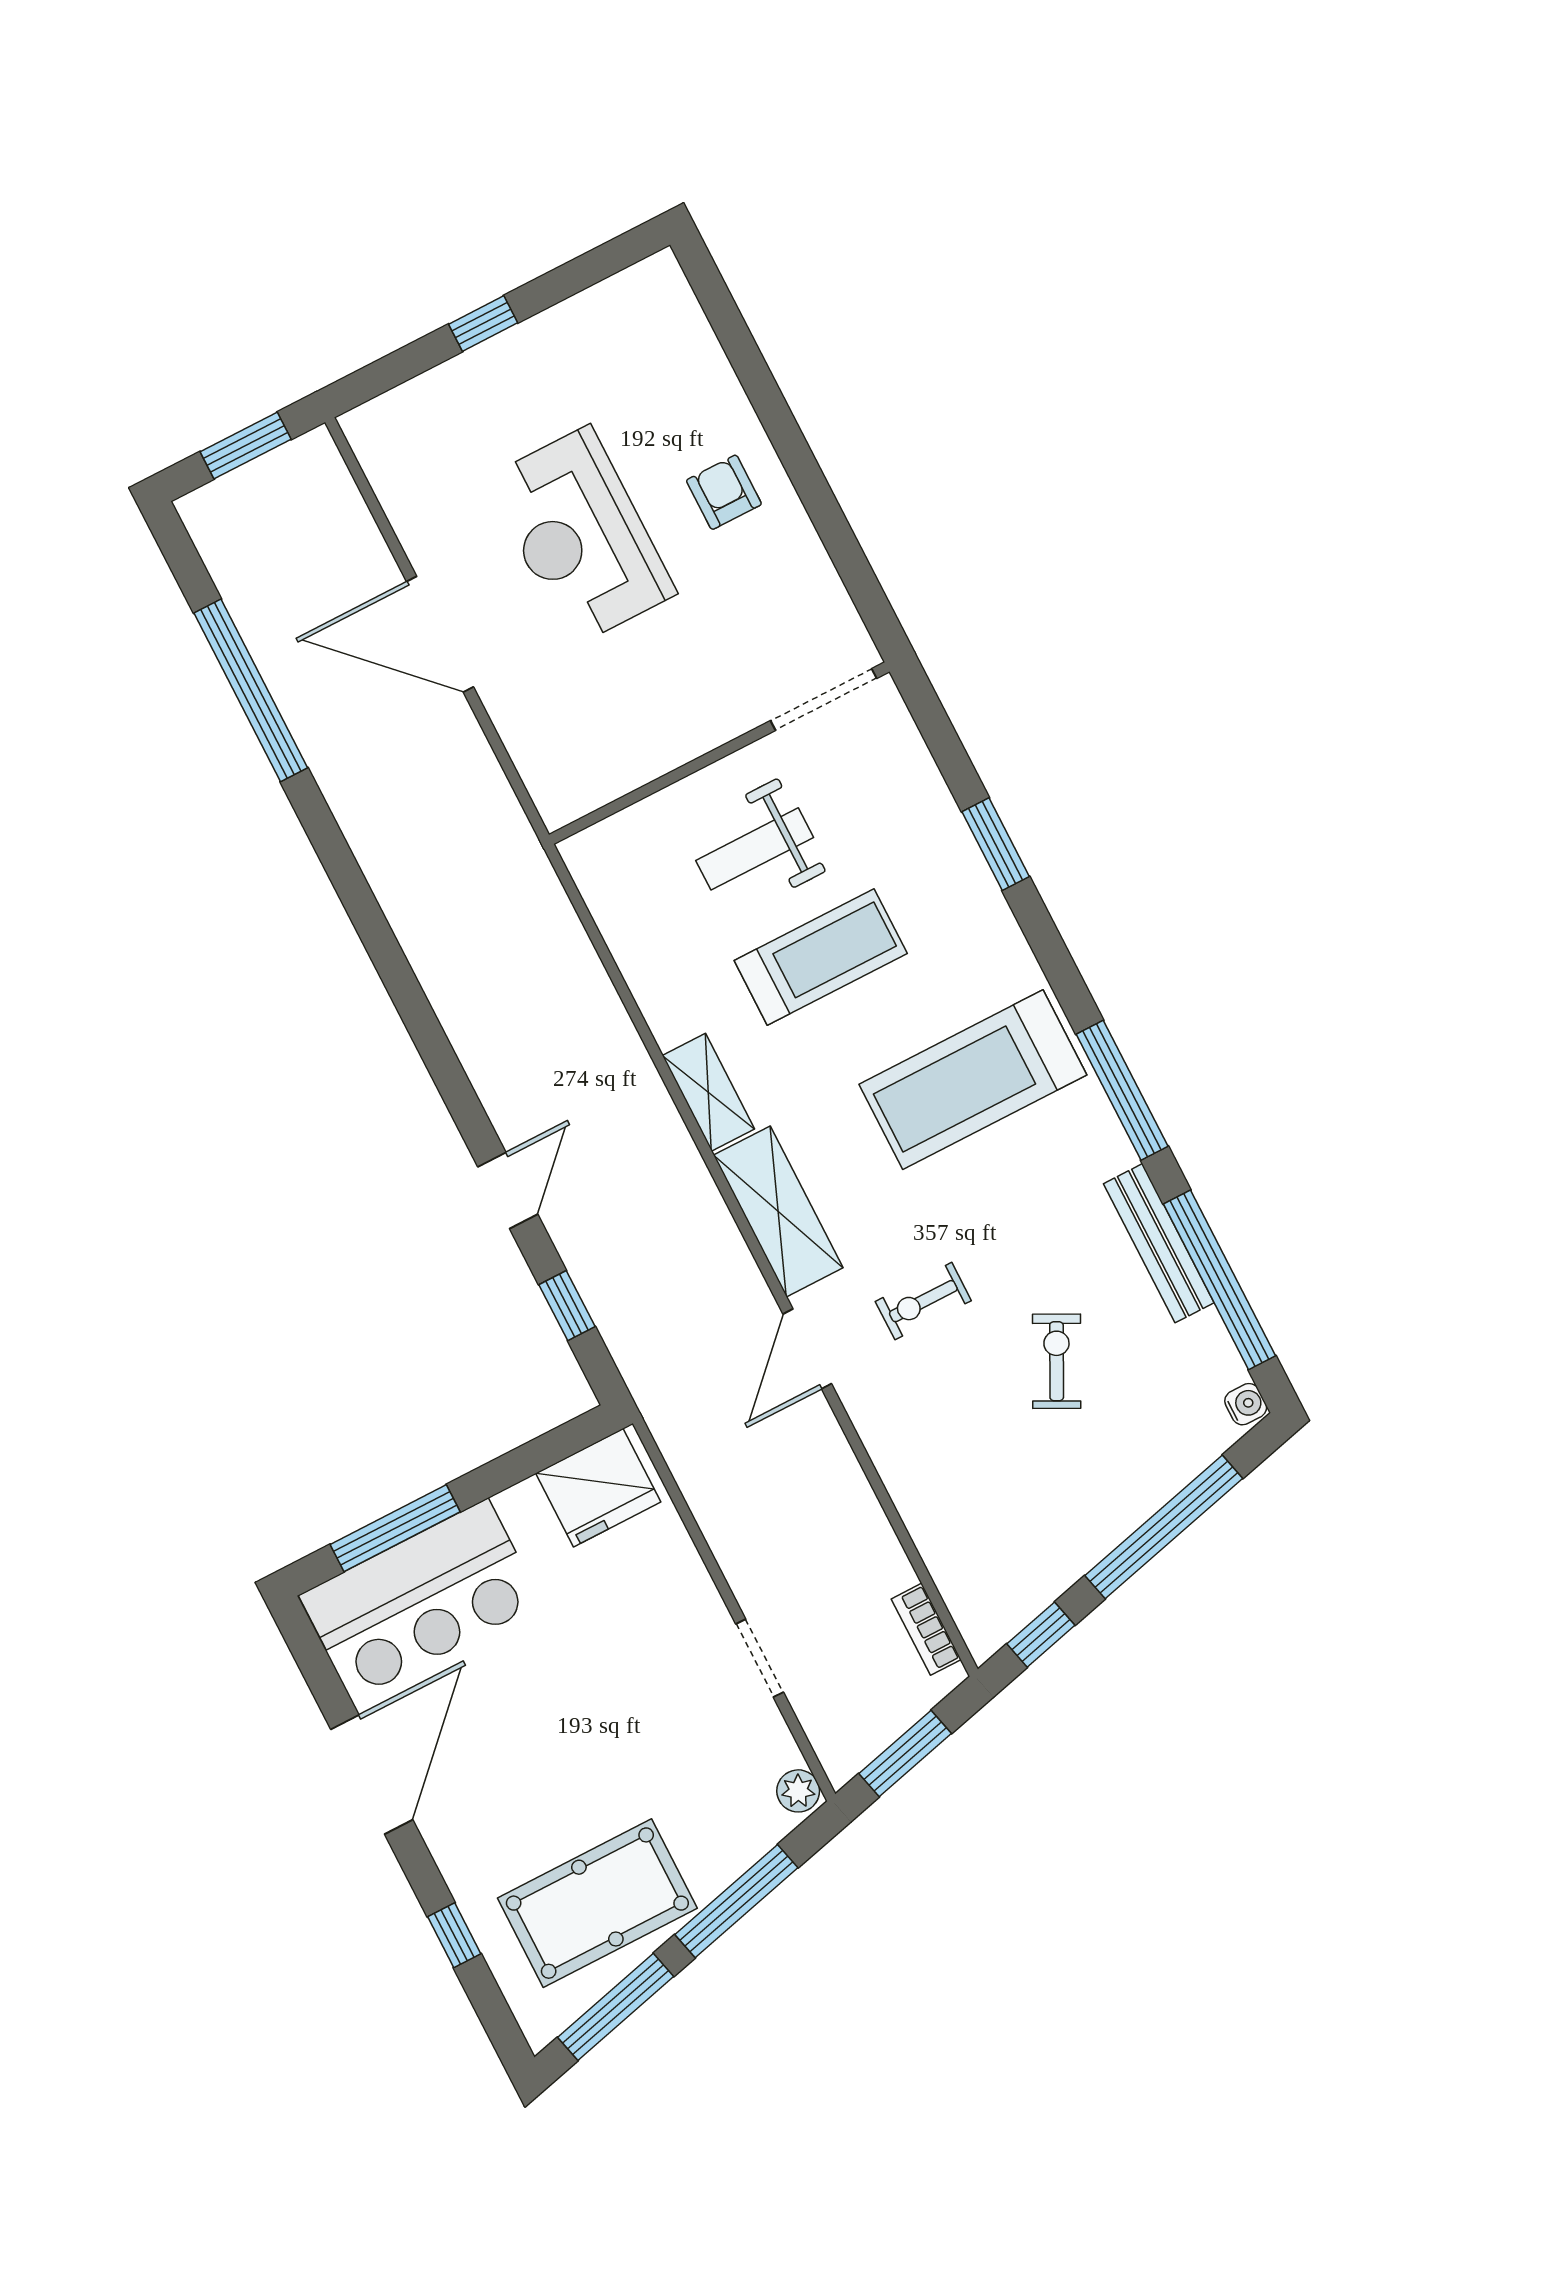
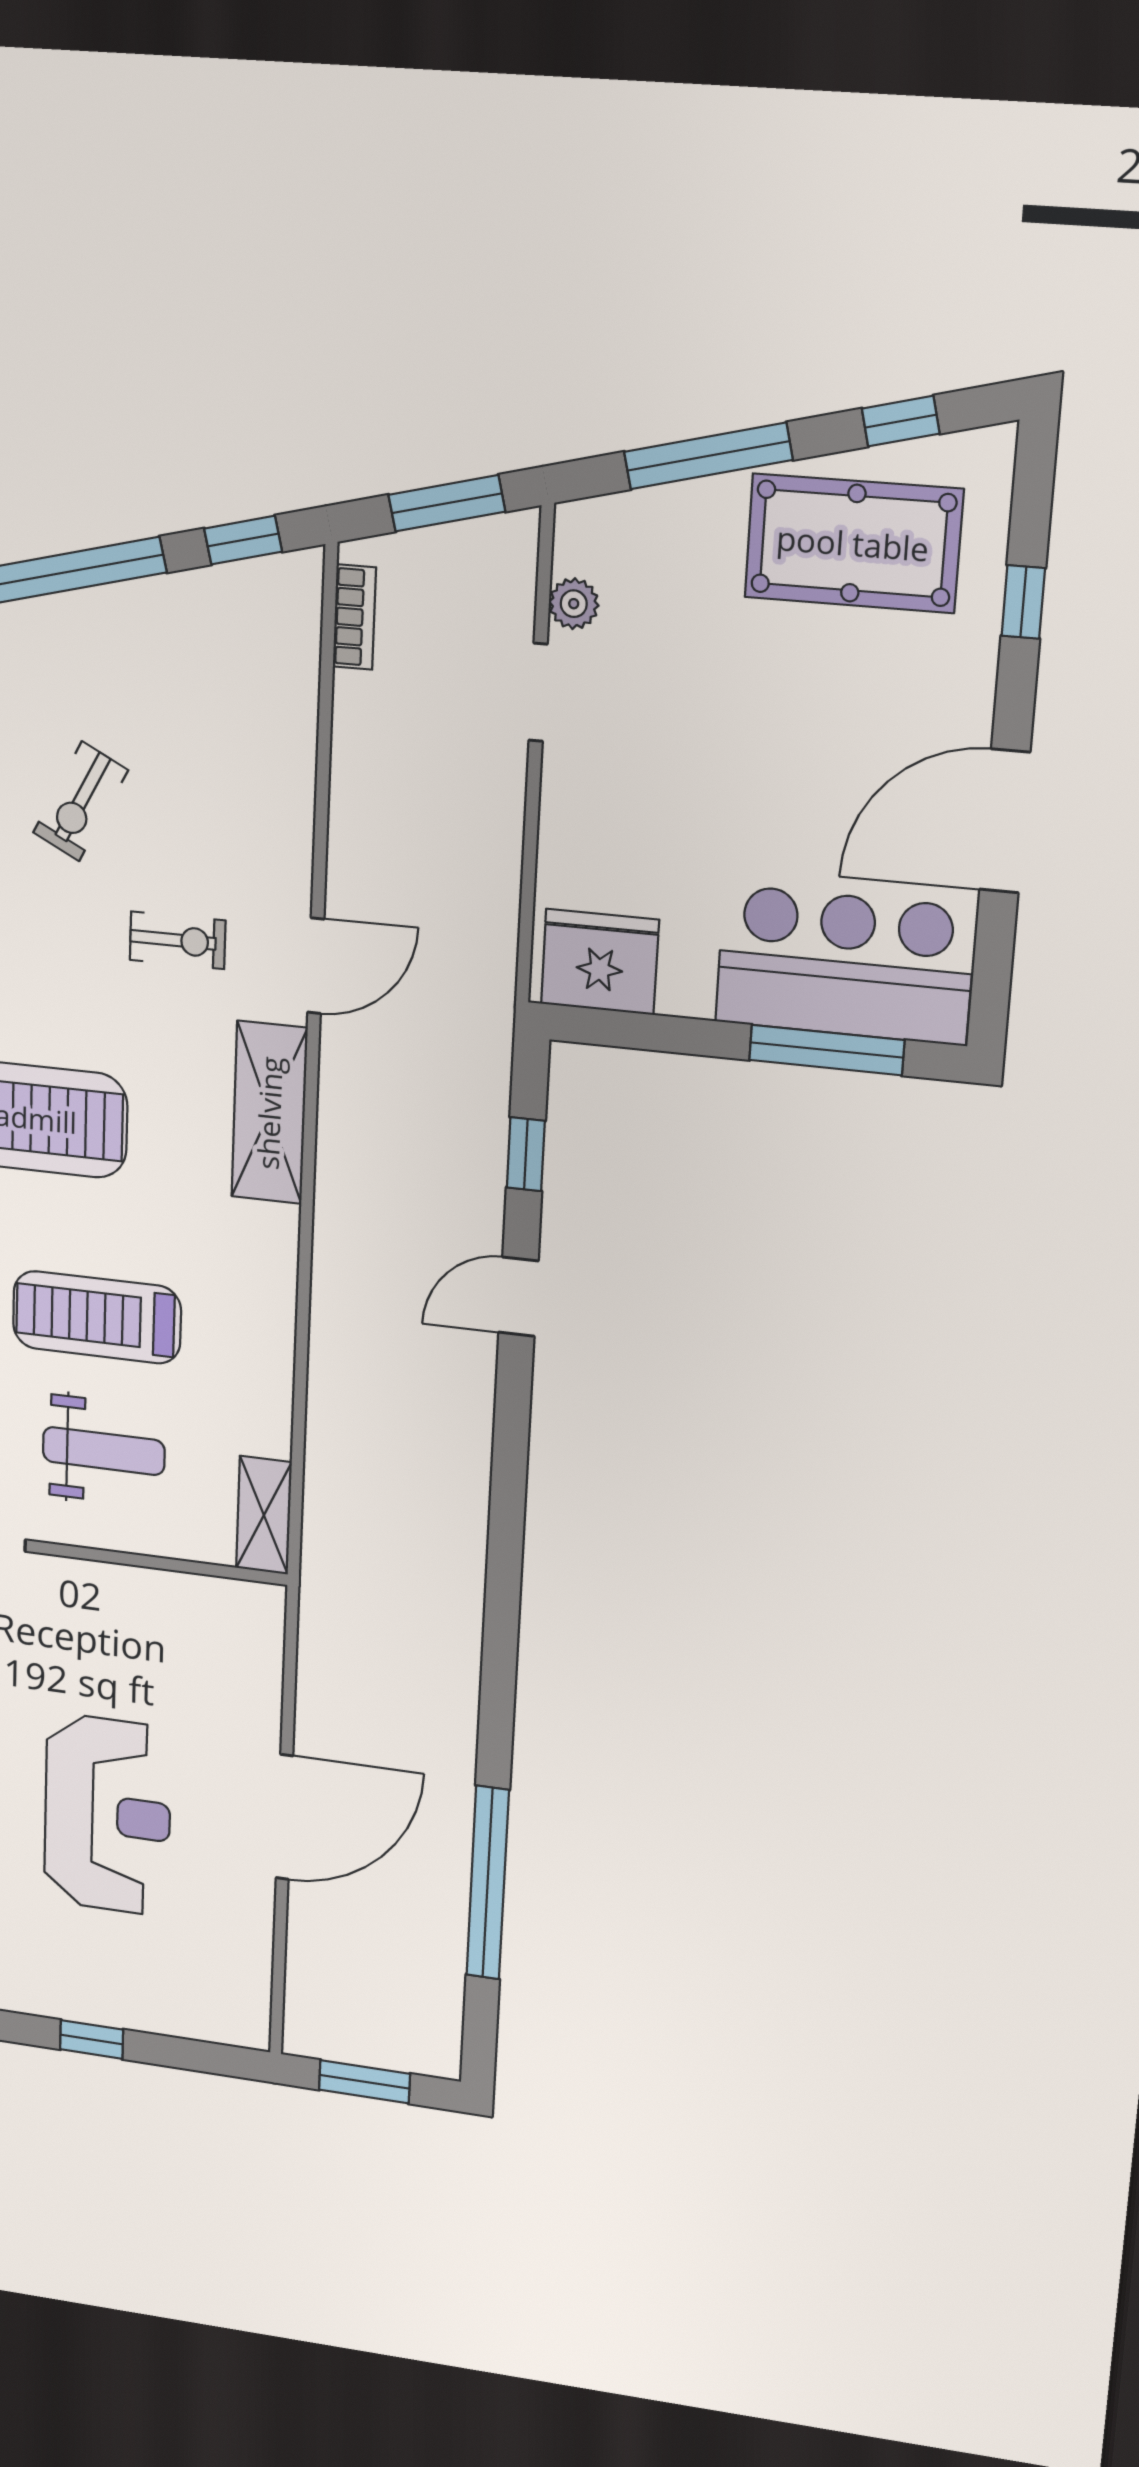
door: (440, 634) -> (284, 1817), hinge flipped
shelving: (708, 1092) -> (264, 1515), moved
plant: (798, 1791) -> (574, 604), moved
window: (616, 2007) -> (901, 421), width x0.46

